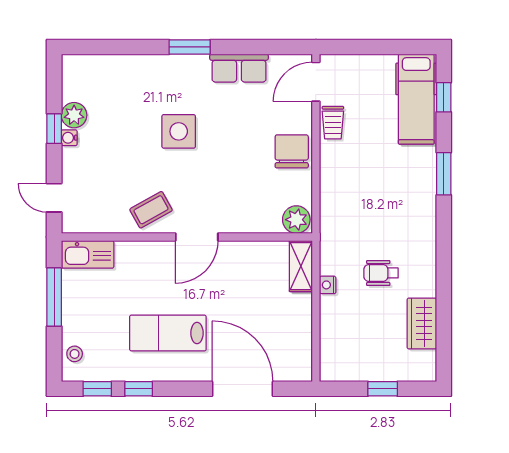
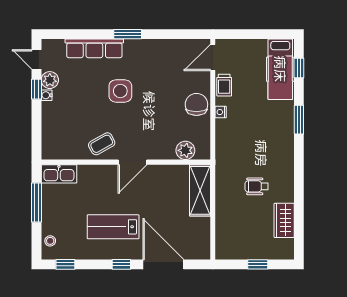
row of seats: (239, 68) -> (94, 48), moved, width x1.48
door: (54, 198) -> (36, 59), moved
plant: (296, 220) -> (185, 150), moved
shelving: (301, 266) -> (200, 190), width x1.50, depth x1.33
nightstand: (328, 285) -> (221, 112), moved
window: (139, 389) -> (121, 264), moved

